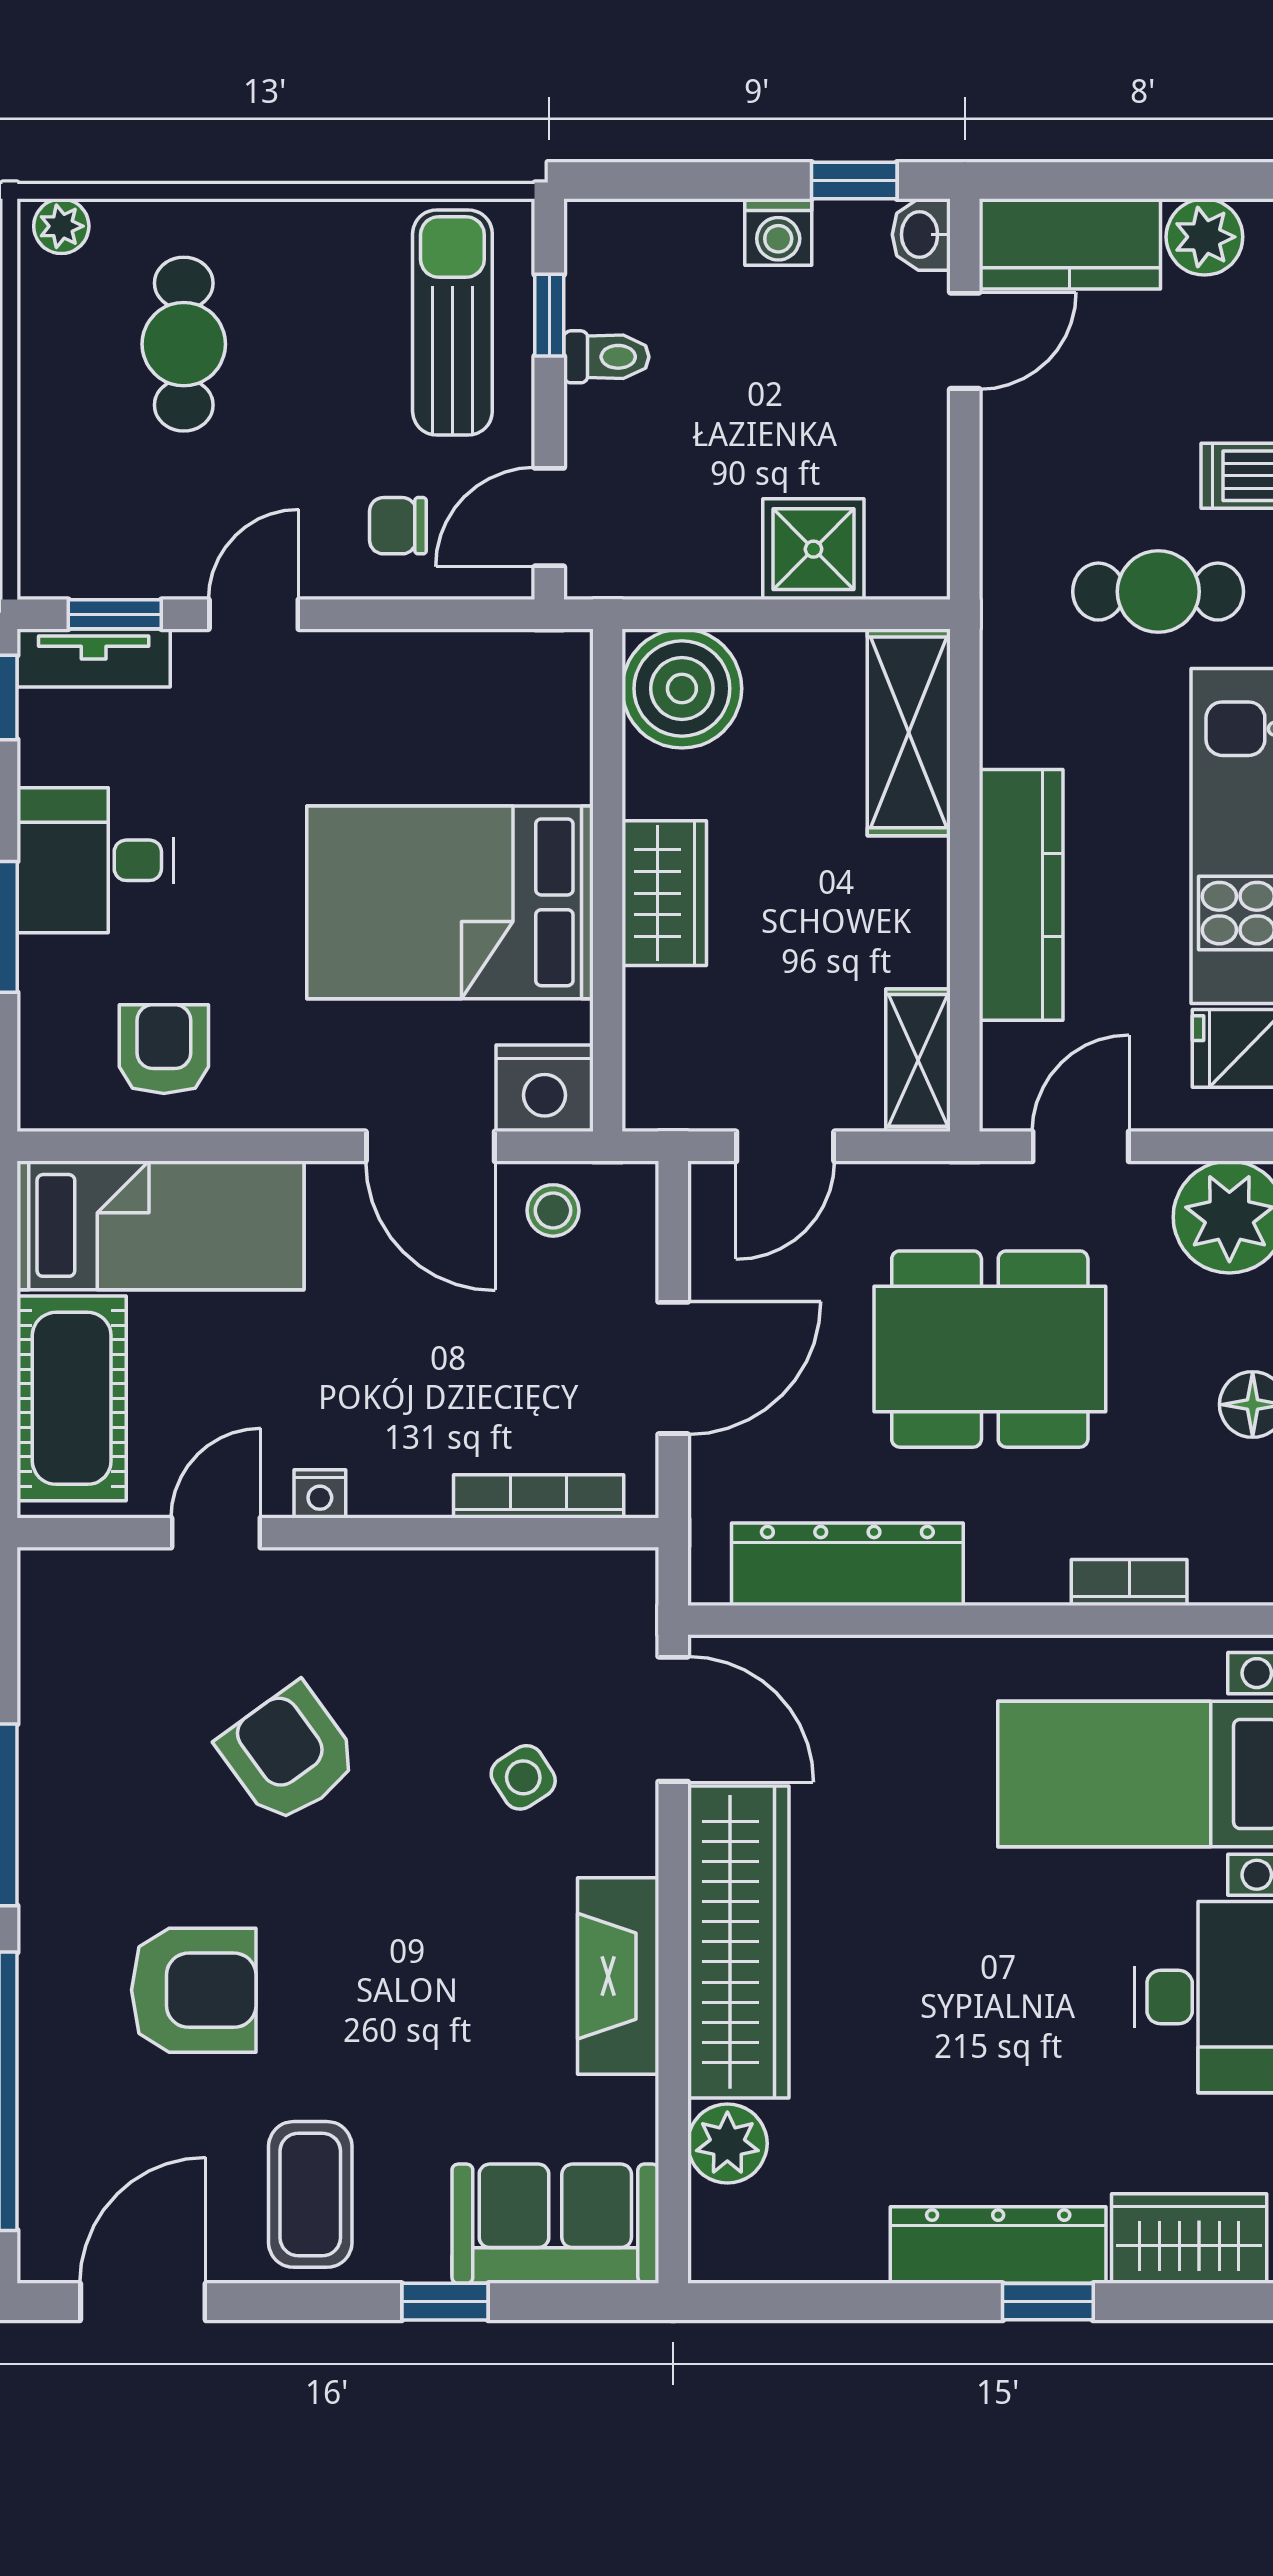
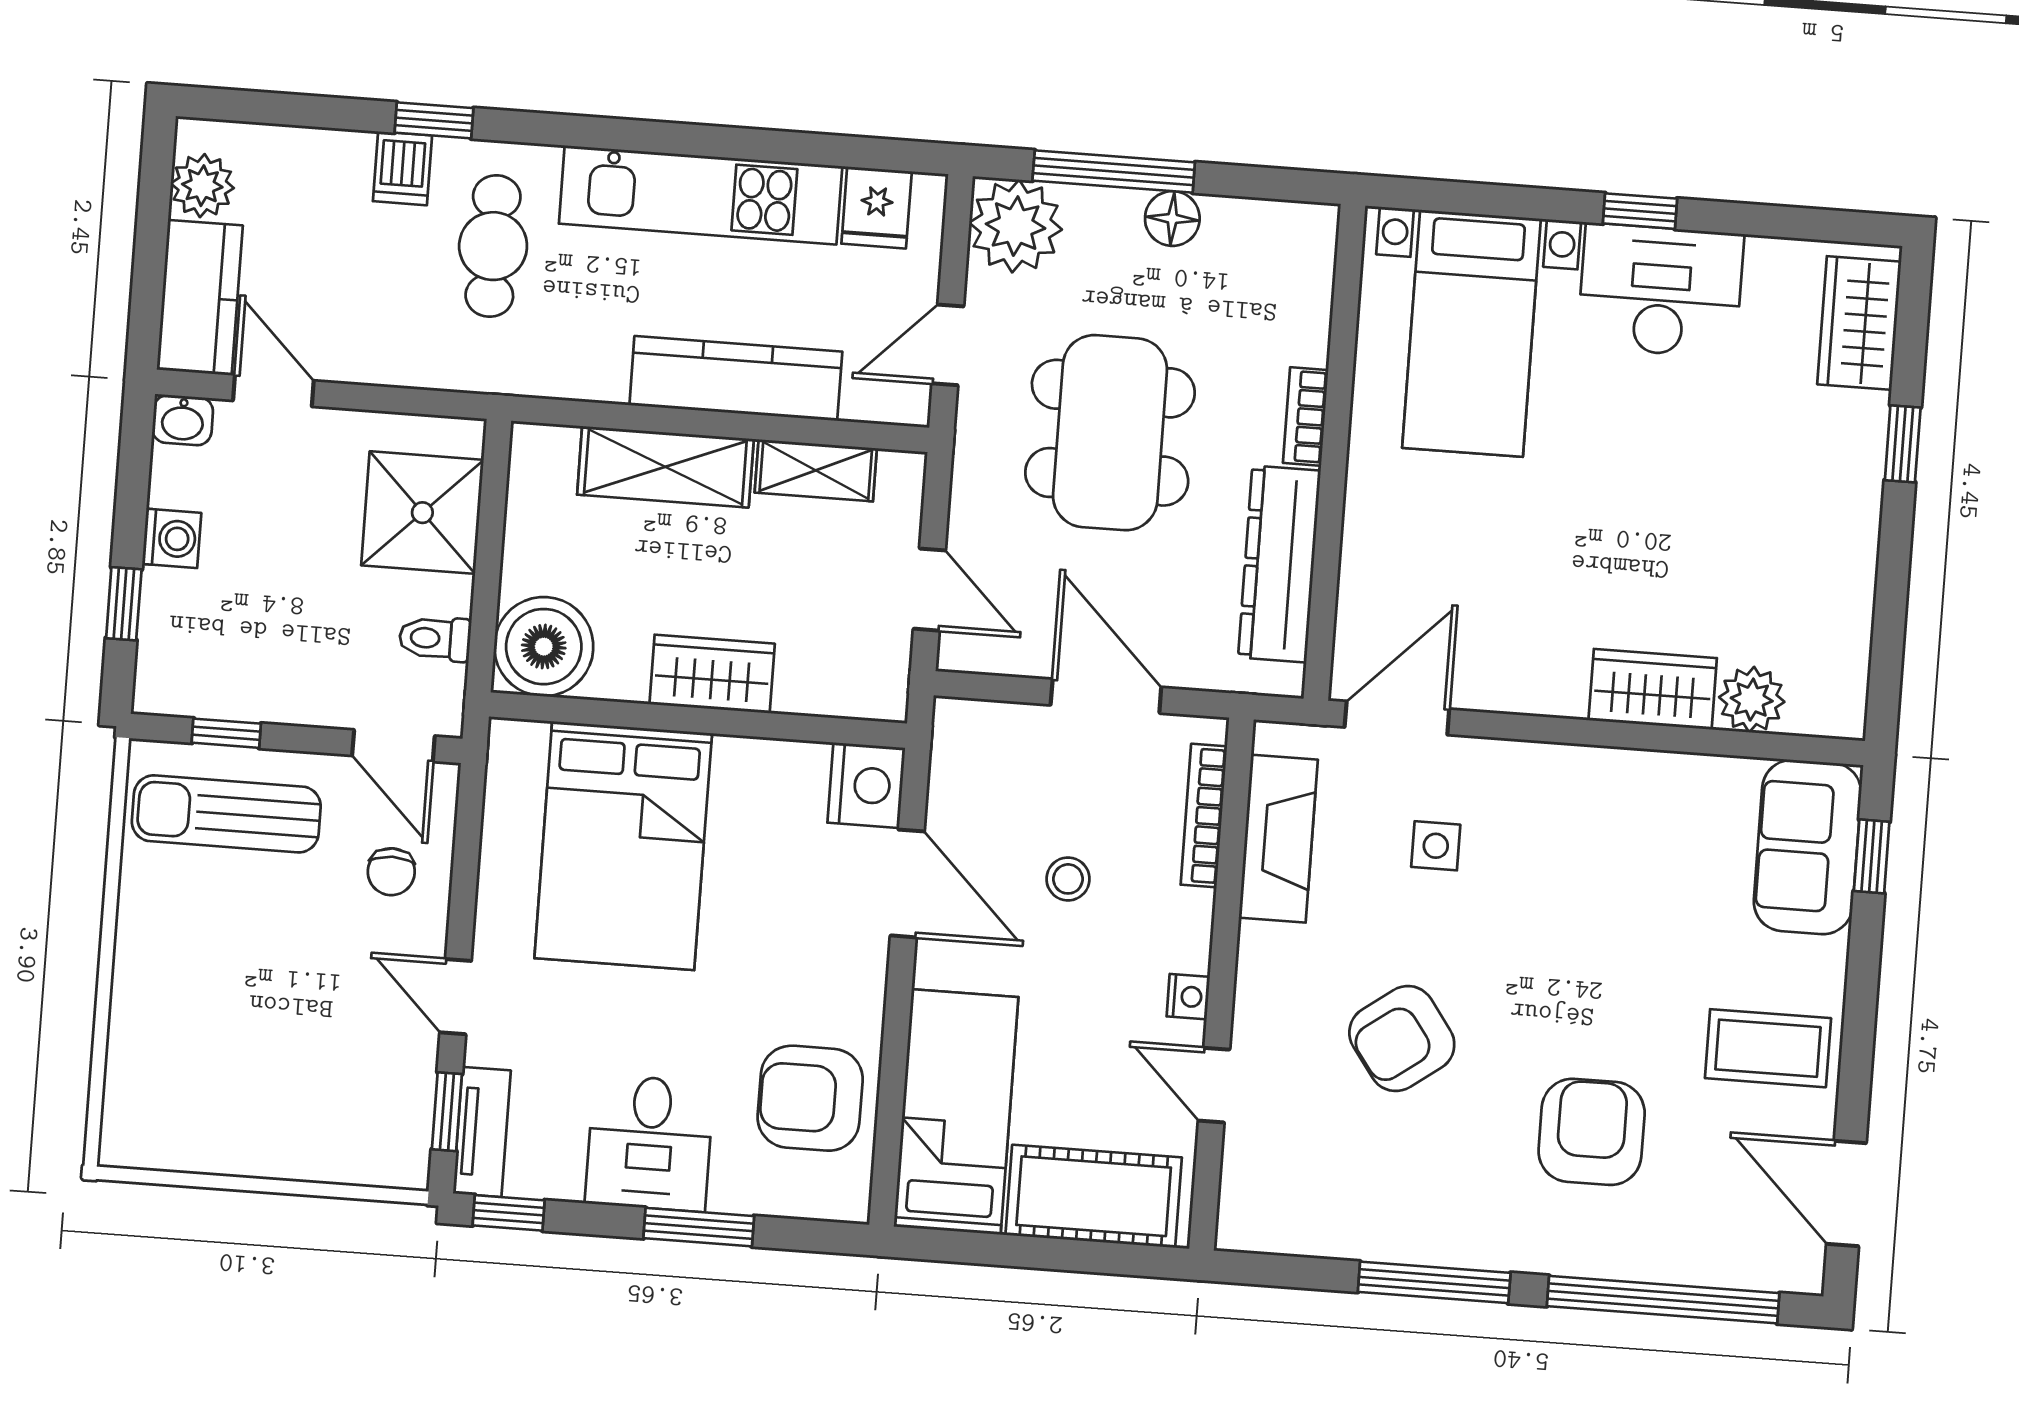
window: (854, 181) -> (124, 604), moved
plant: (61, 226) -> (122, 1132), removed
cafe table: (184, 344) -> (227, 1038), removed
toilet: (606, 357) -> (435, 638), moved, turned -90
shower: (813, 549) -> (422, 513), width x1.36, depth x1.36
shelving: (909, 732) -> (665, 467), moved
bed: (450, 902) -> (623, 846), moved
armchair: (164, 1049) -> (810, 1098), width x1.38, depth x1.38
shelving: (918, 1060) -> (816, 470), moved
door: (430, 1146) -> (907, 883), hinge flipped
door: (1081, 1146) -> (948, 345), hinge flipped
stool: (553, 1210) -> (1068, 879), moved
bookcase: (1129, 1582) -> (1306, 417), moved
side table: (523, 1777) -> (1436, 846), turned 33
wardrobe: (738, 1942) -> (1653, 689), width x0.48, depth x0.85
fireplace: (618, 1976) -> (1278, 839), moved, turned -90
dresser: (998, 2245) -> (1853, 482), removed
window: (445, 2302) -> (1872, 856), moved

